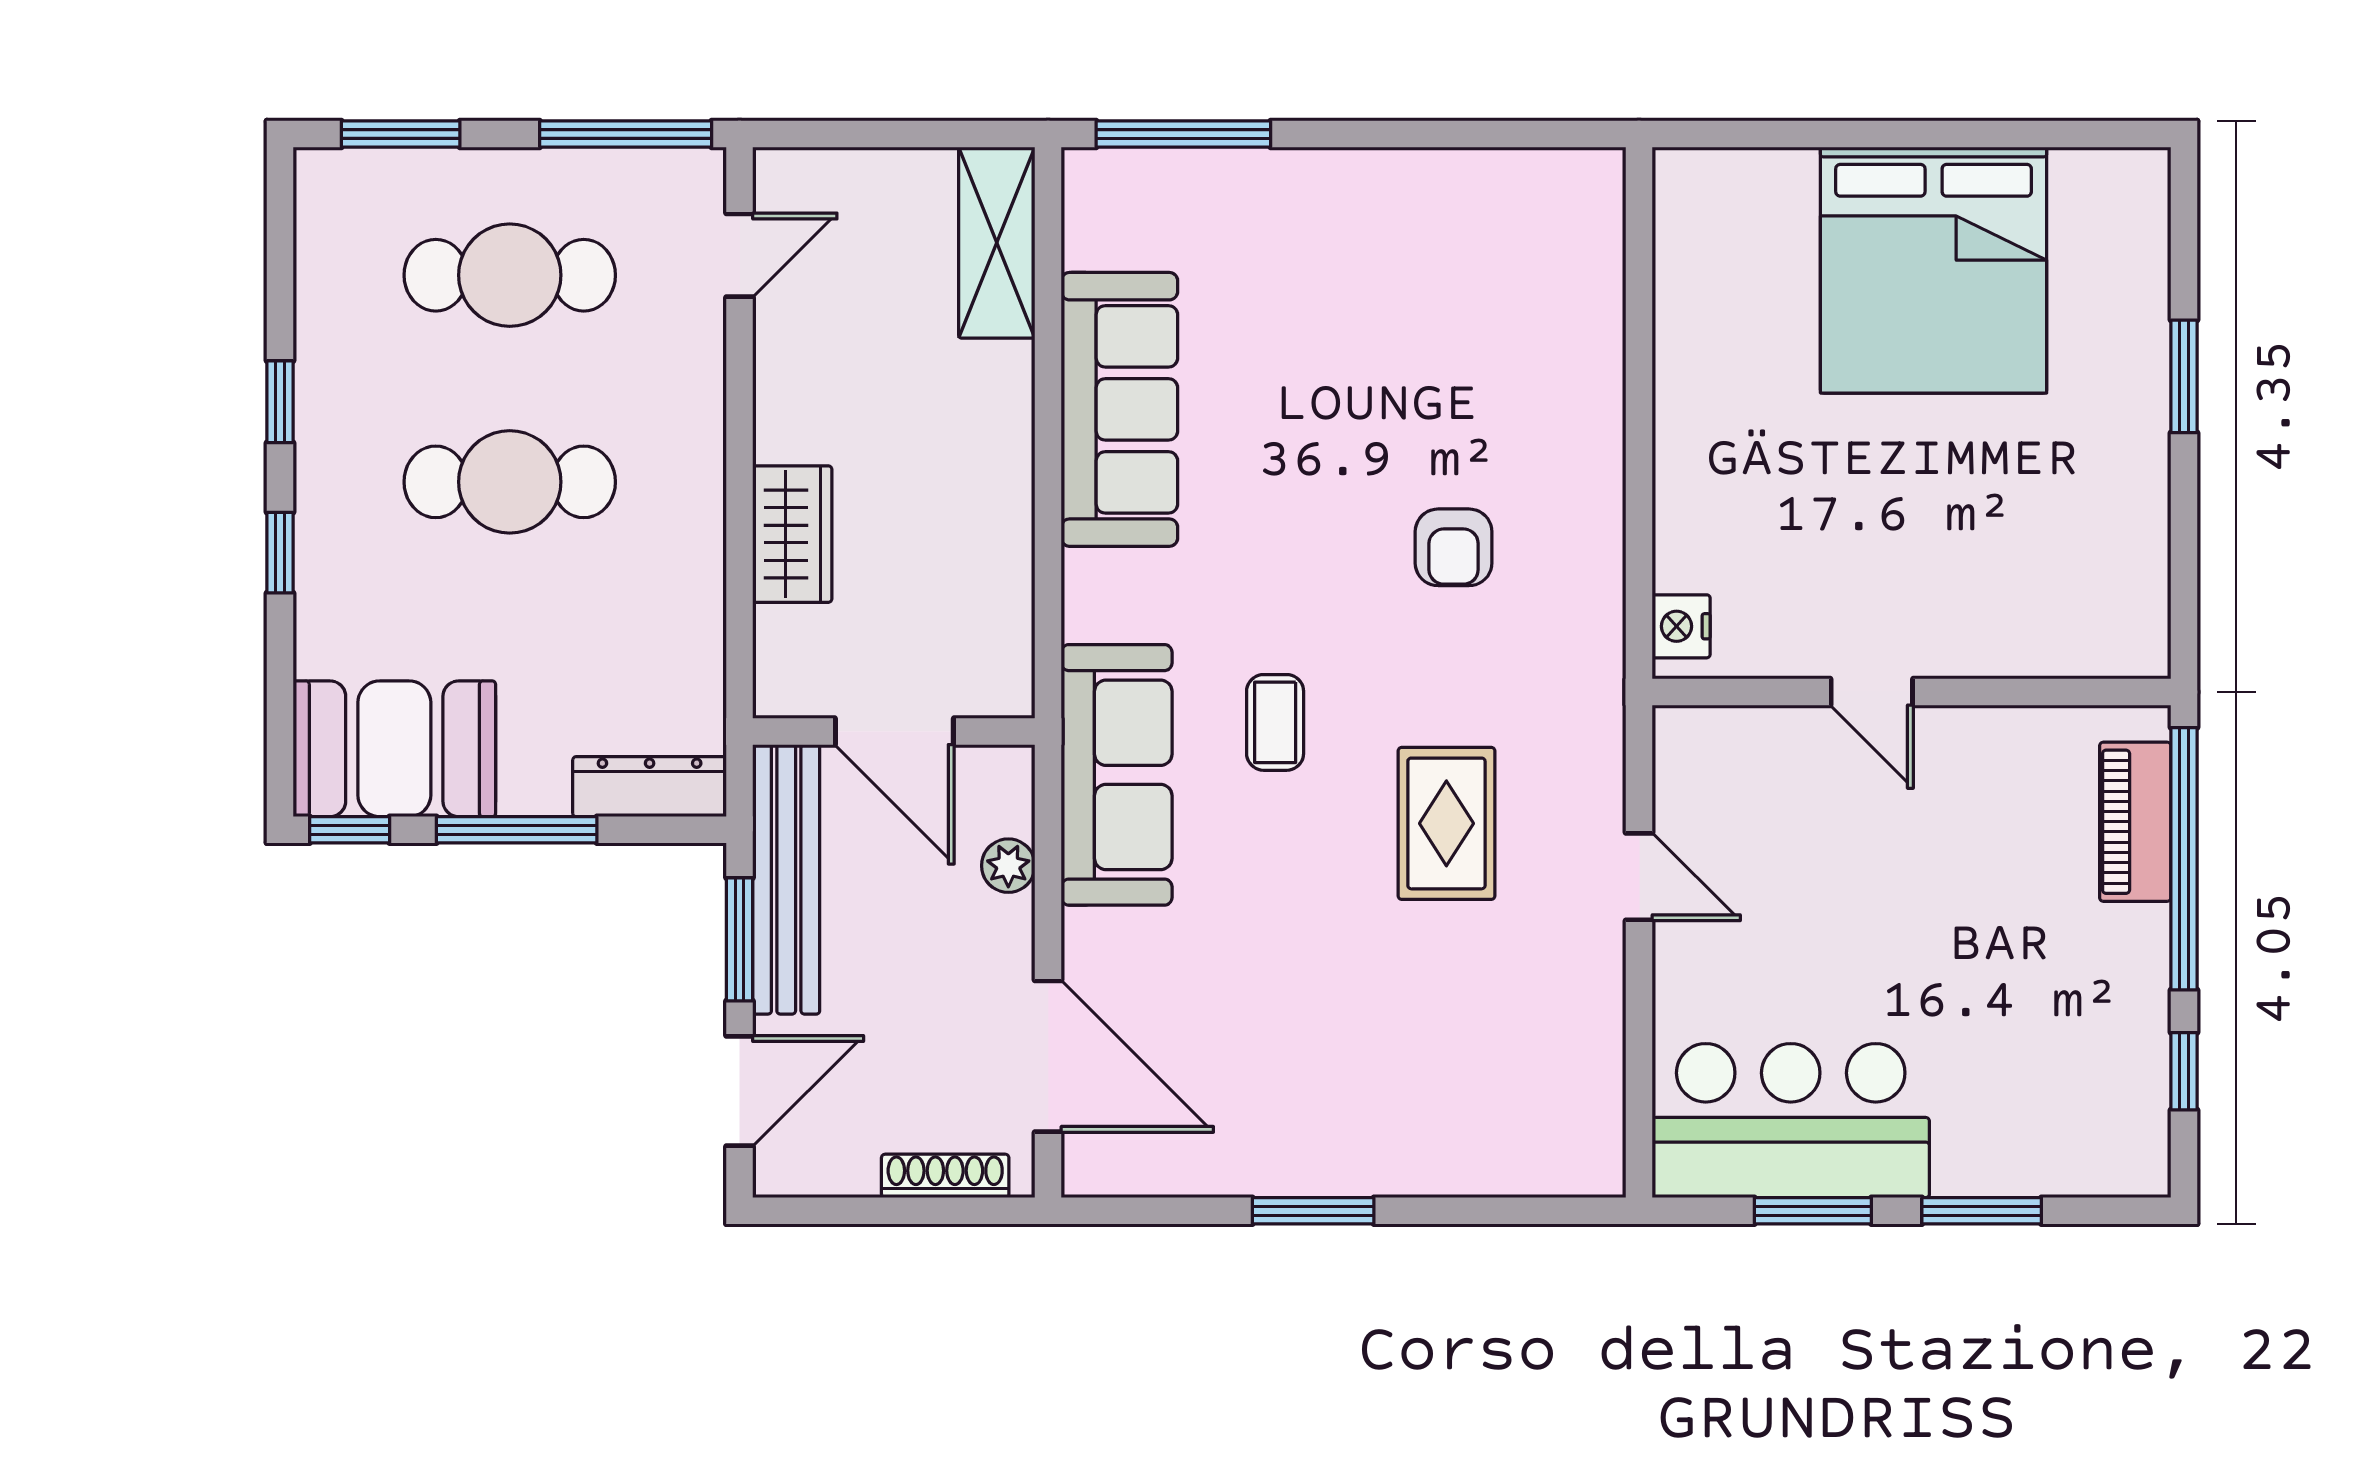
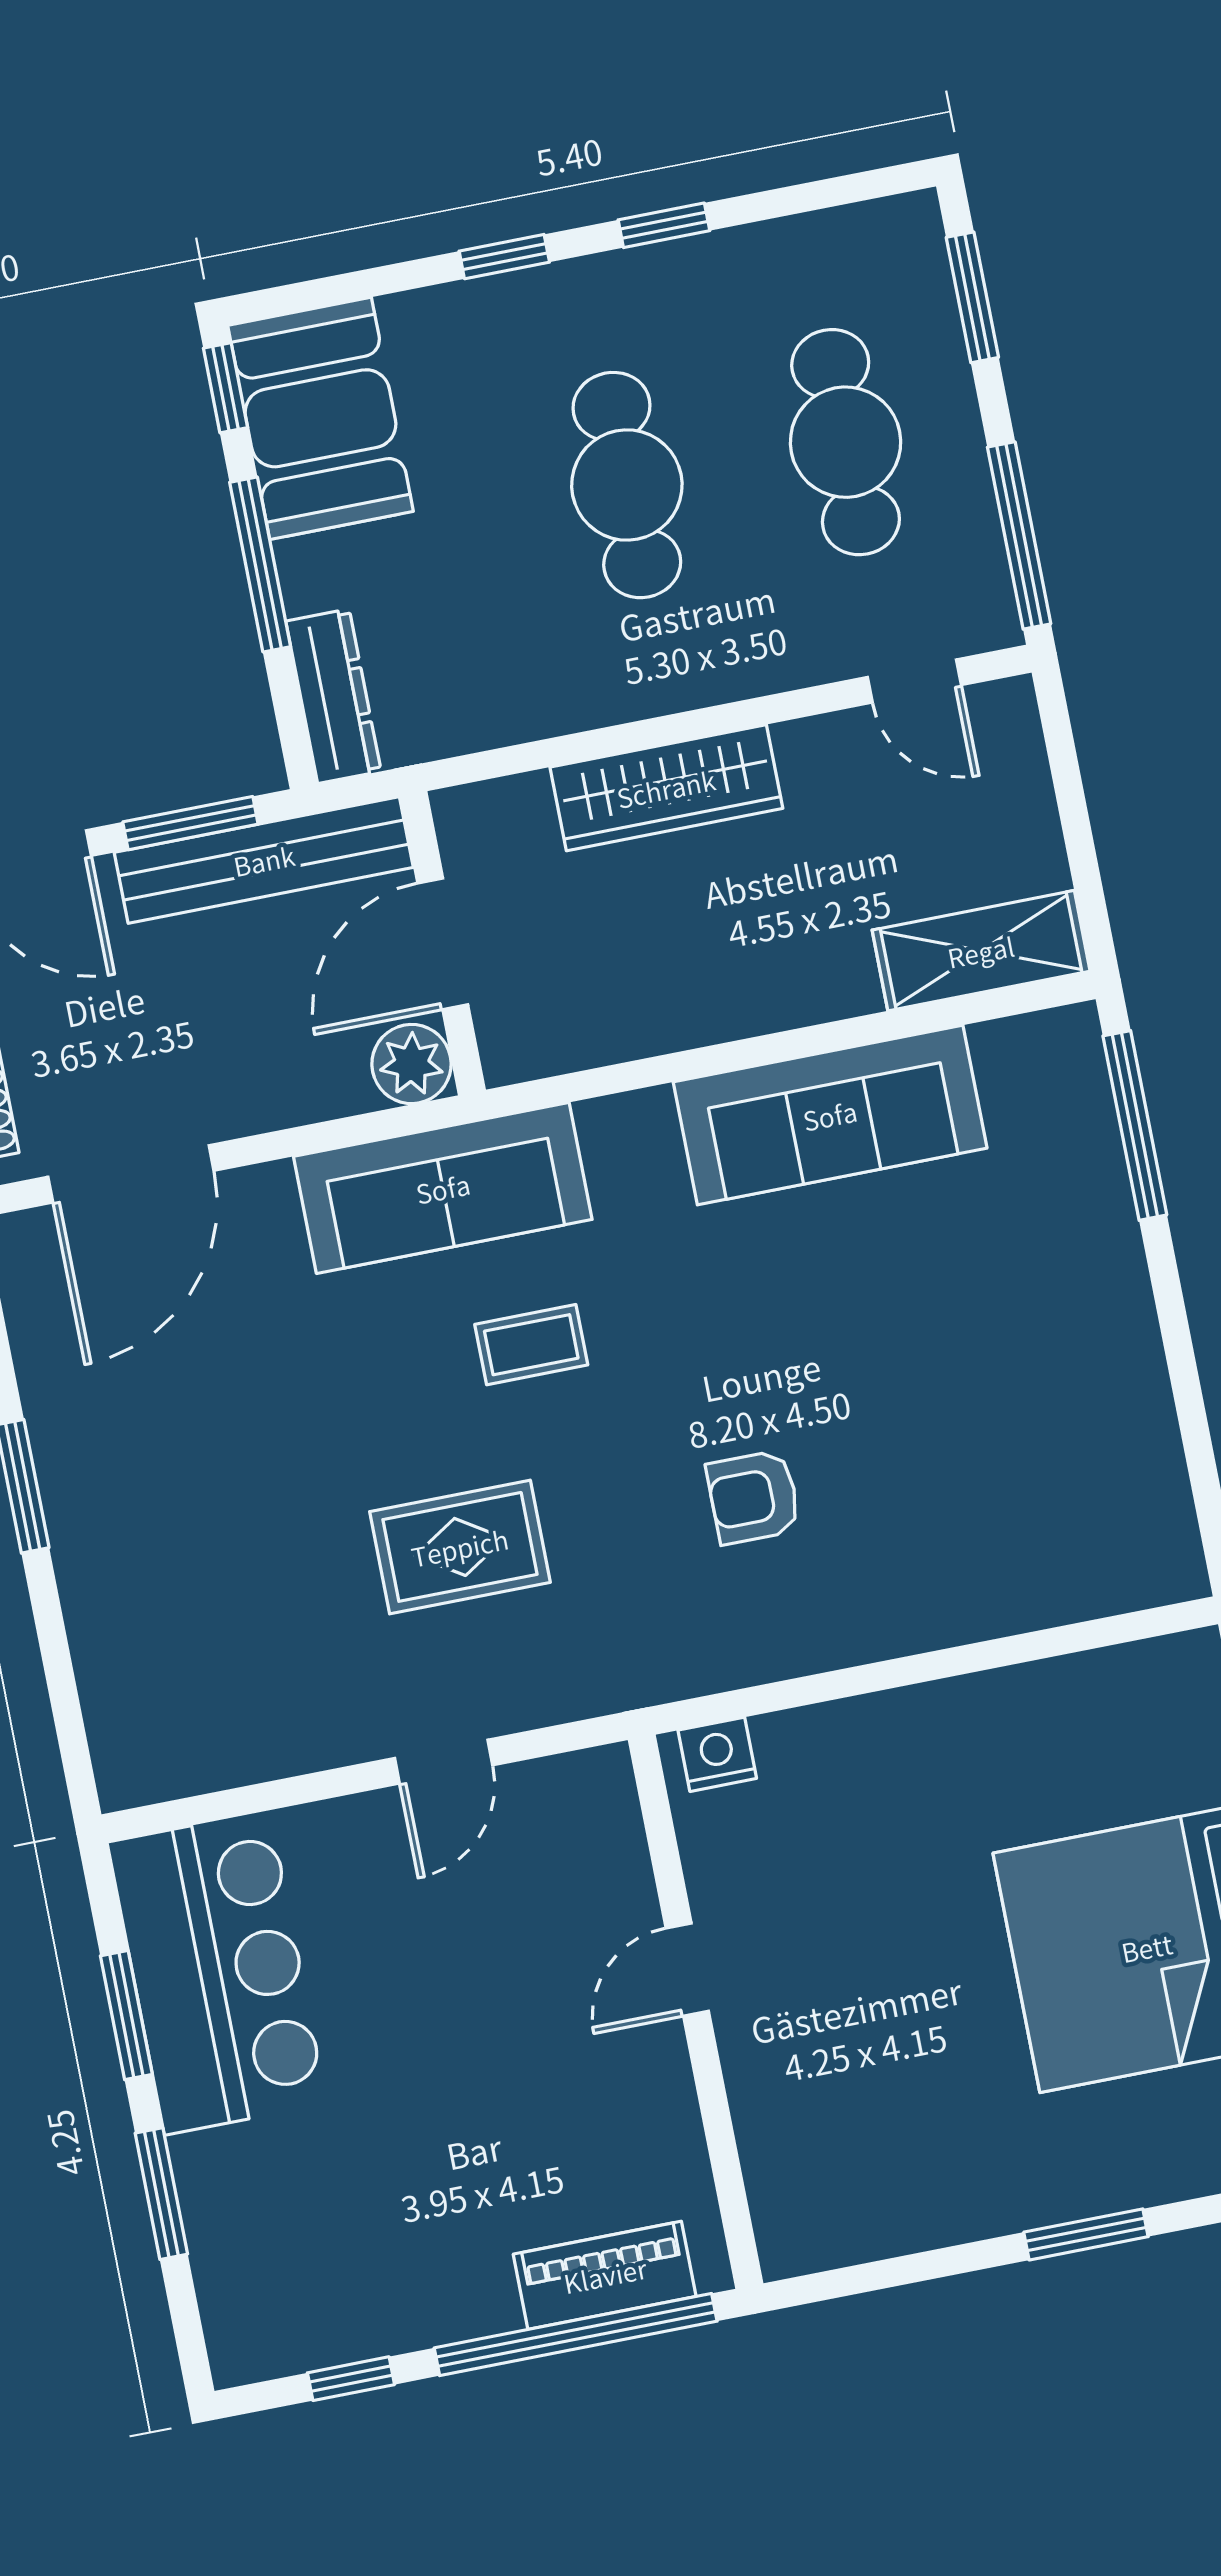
wardrobe: (792, 534) -> (666, 788), width x1.50
plant: (1008, 866) -> (412, 1064), moved, width x1.38, depth x1.38

